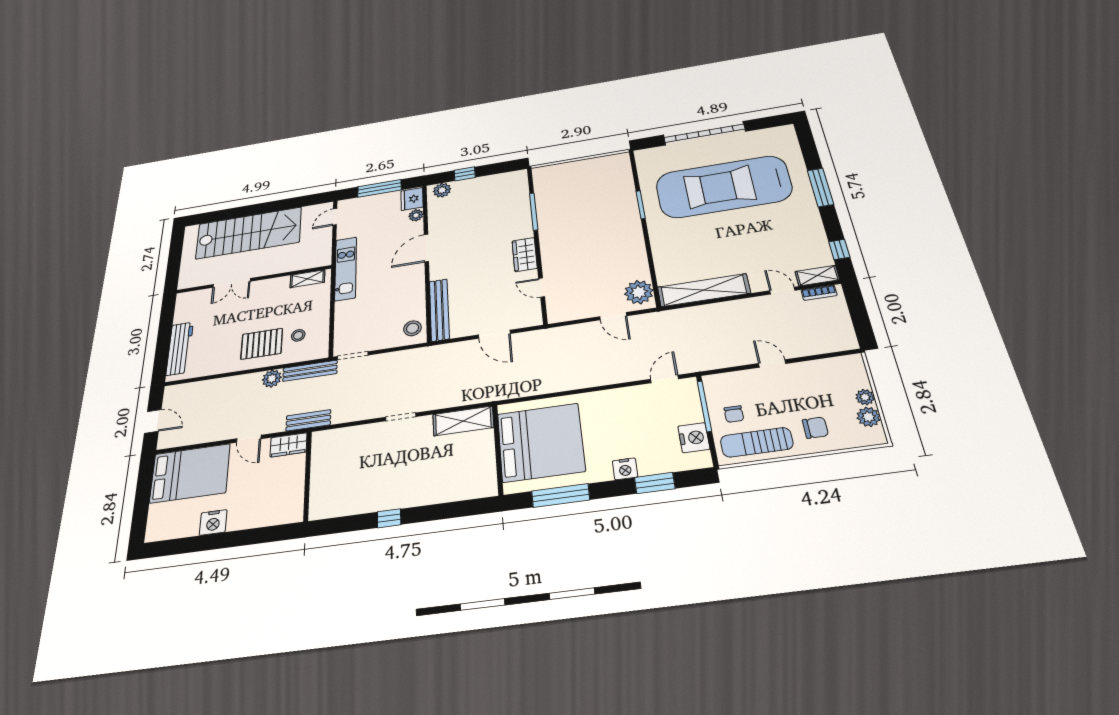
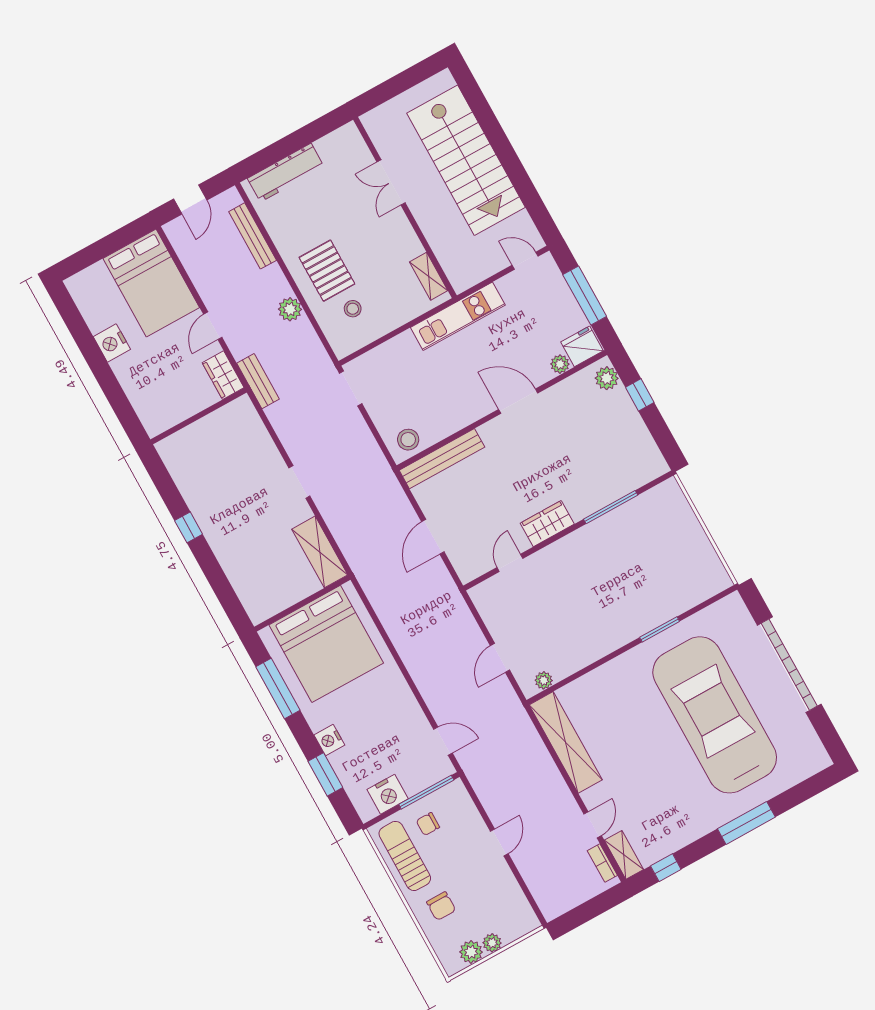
plant: (639, 292) -> (544, 680), width x0.53, depth x0.53
bench: (310, 371) -> (253, 236), moved

